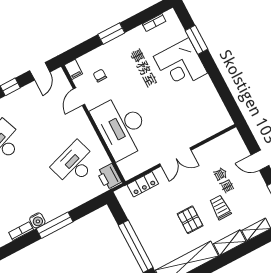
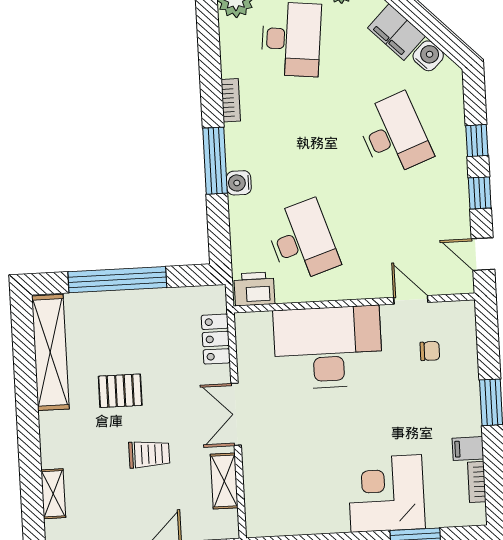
filing cabinet: (73, 69) -> (468, 449), moved
trolley: (220, 207) -> (149, 454), moved
water cooler: (37, 220) -> (239, 183), moved
shelving: (230, 243) -> (224, 481), moved

